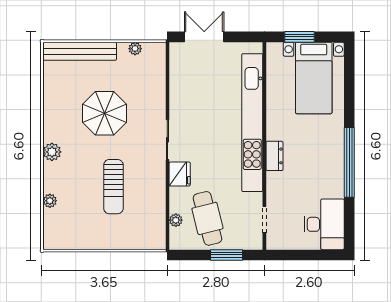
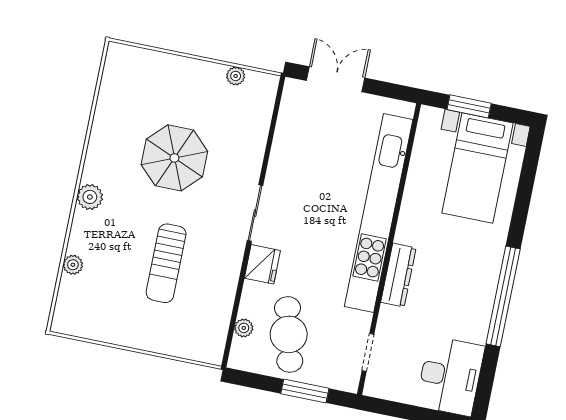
bench: (80, 51) -> (157, 64), removed
dresser: (274, 156) -> (398, 275), width x1.44

